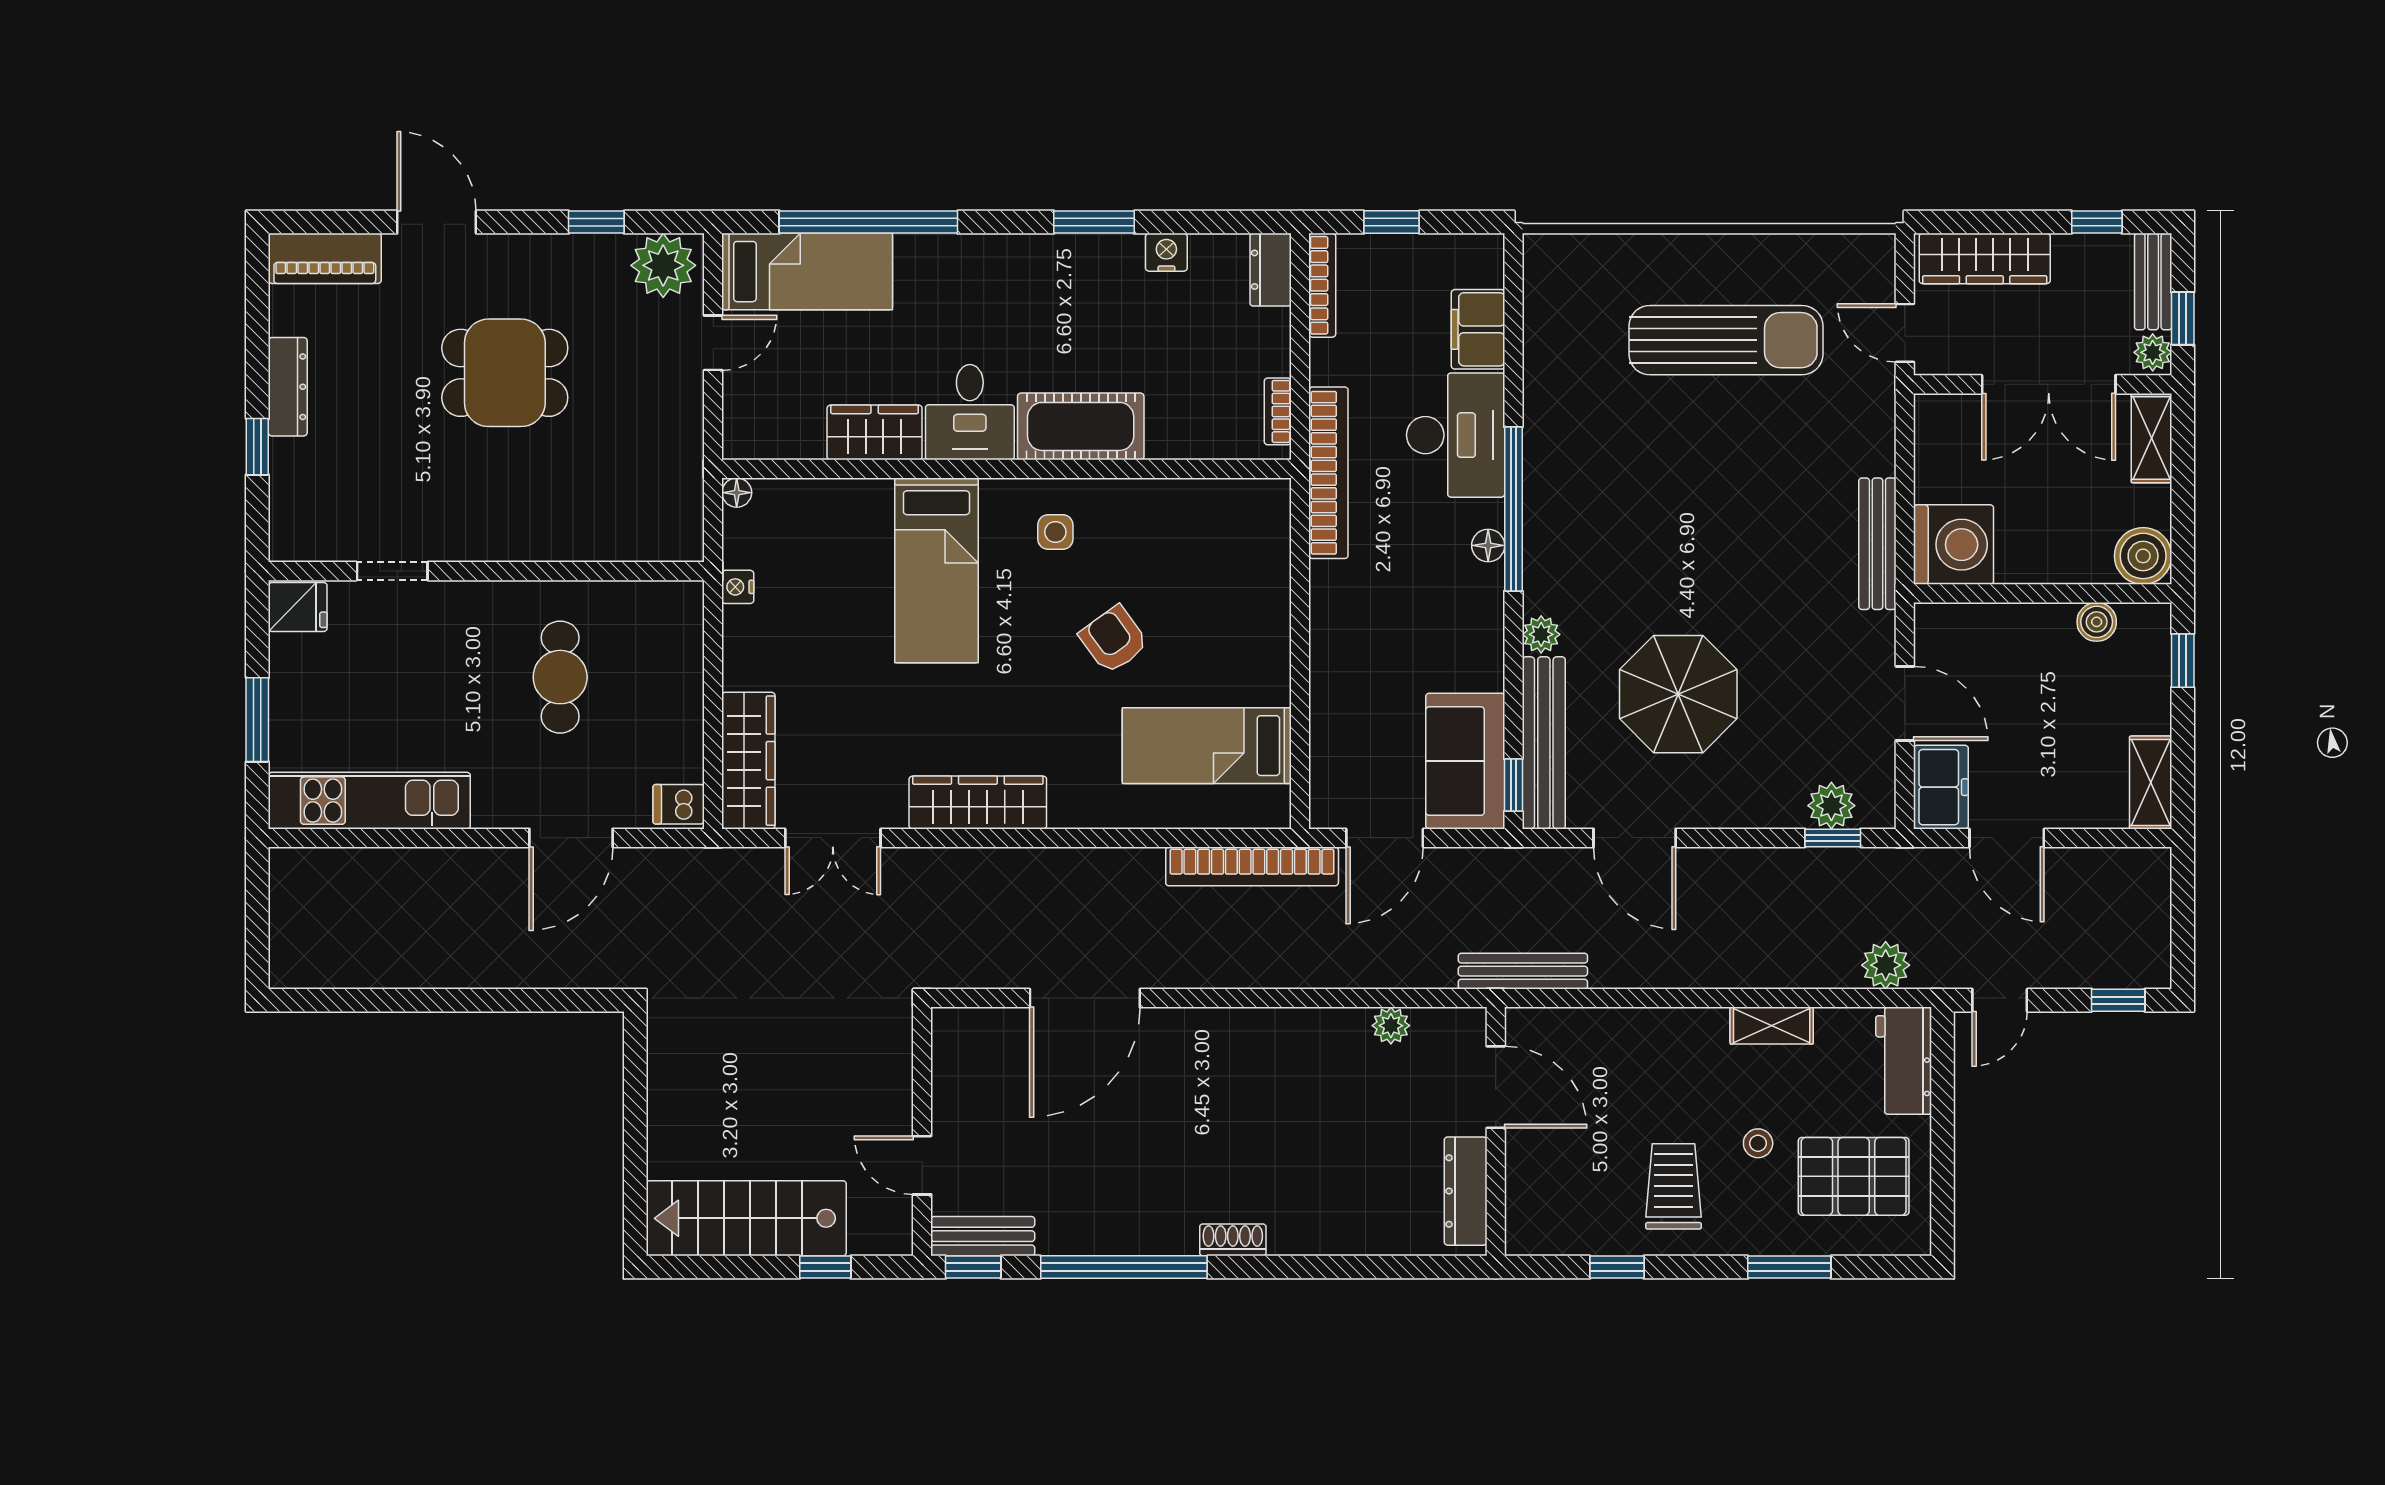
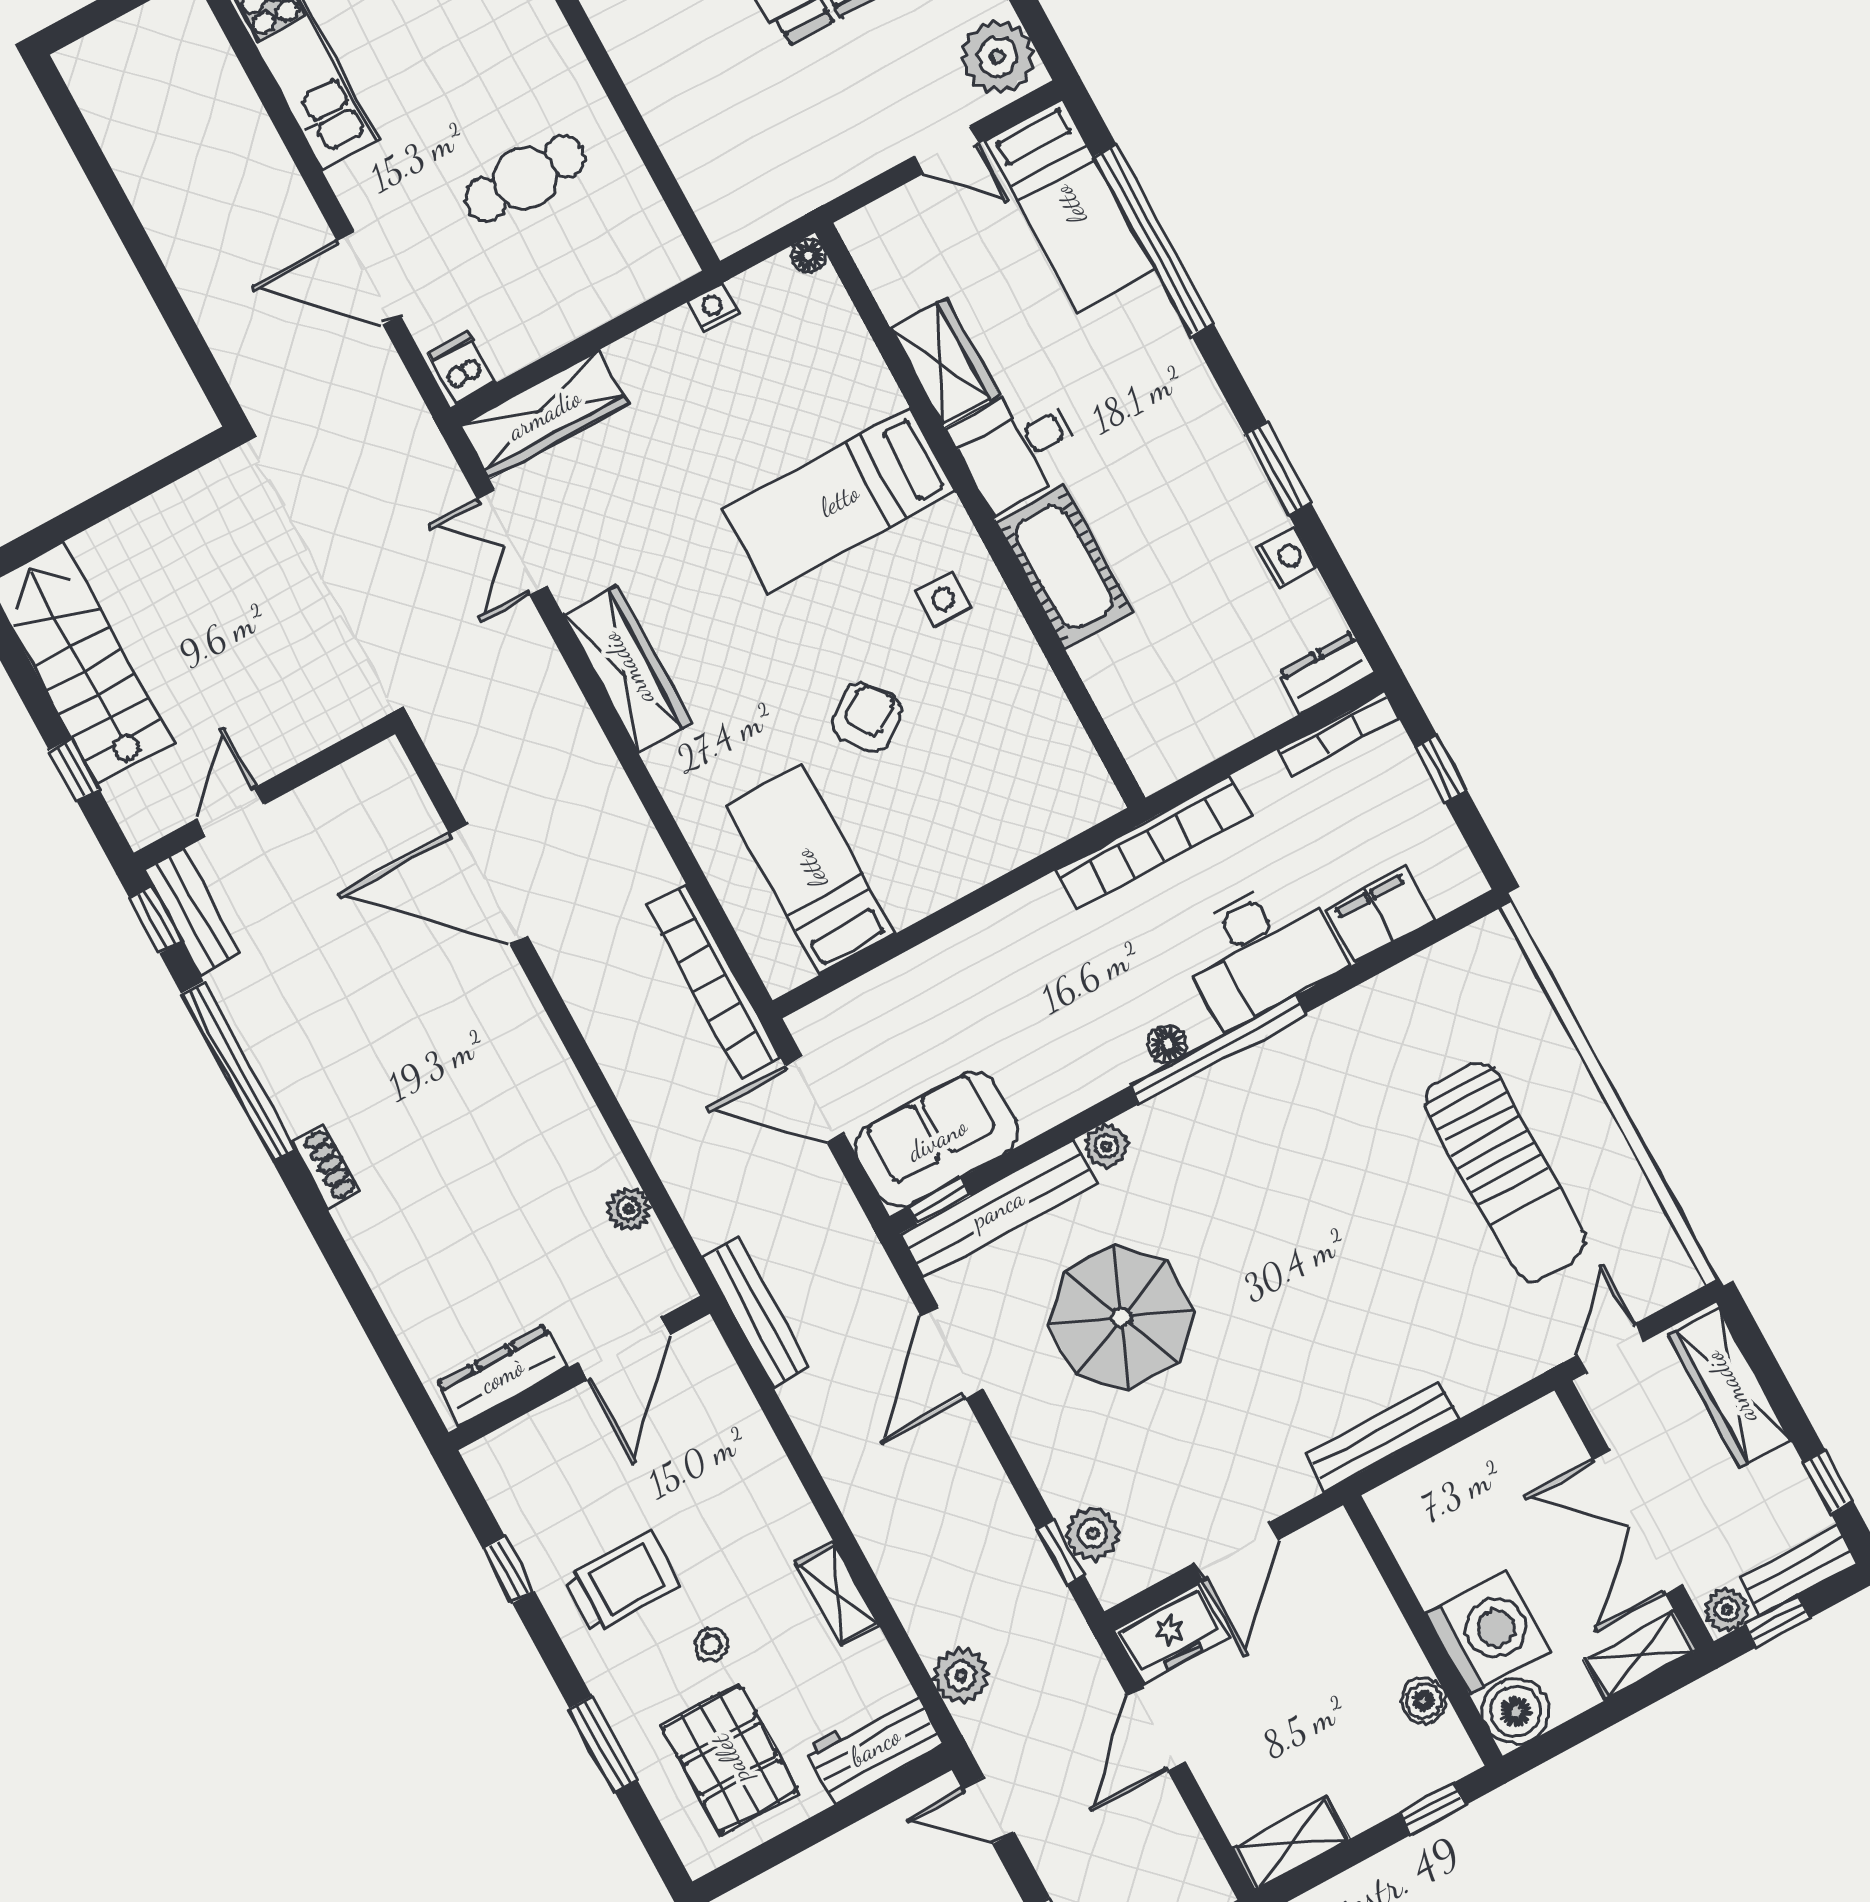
bookcase: (1278, 411) -> (1187, 758), removed
washing machine: (1954, 545) -> (1488, 1632), moved, turned -90

